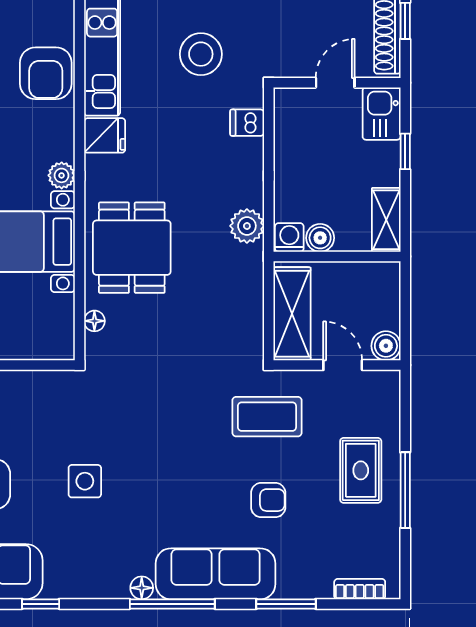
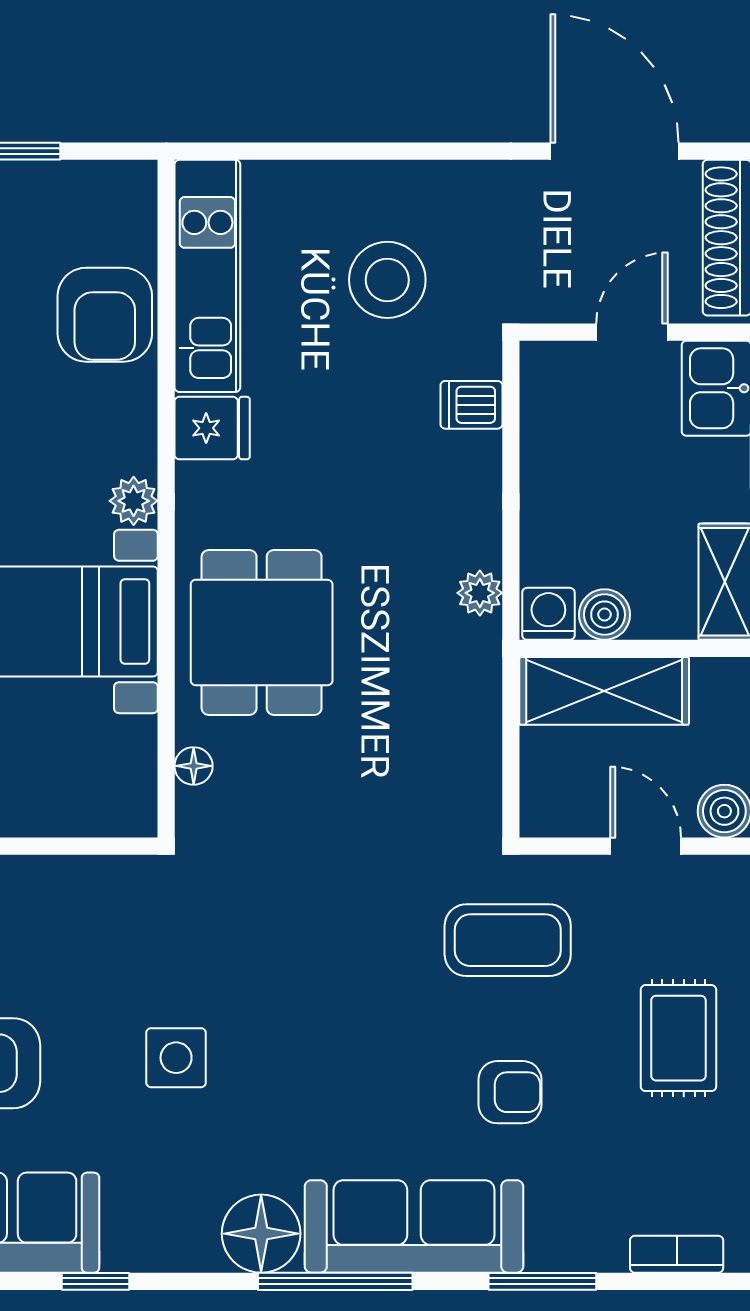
plant: (247, 226) -> (480, 593), width x0.73, depth x0.73
shelving: (292, 314) -> (604, 691), moved, turned 90
floor lamp: (142, 588) -> (261, 1234), width x1.89, depth x1.89

